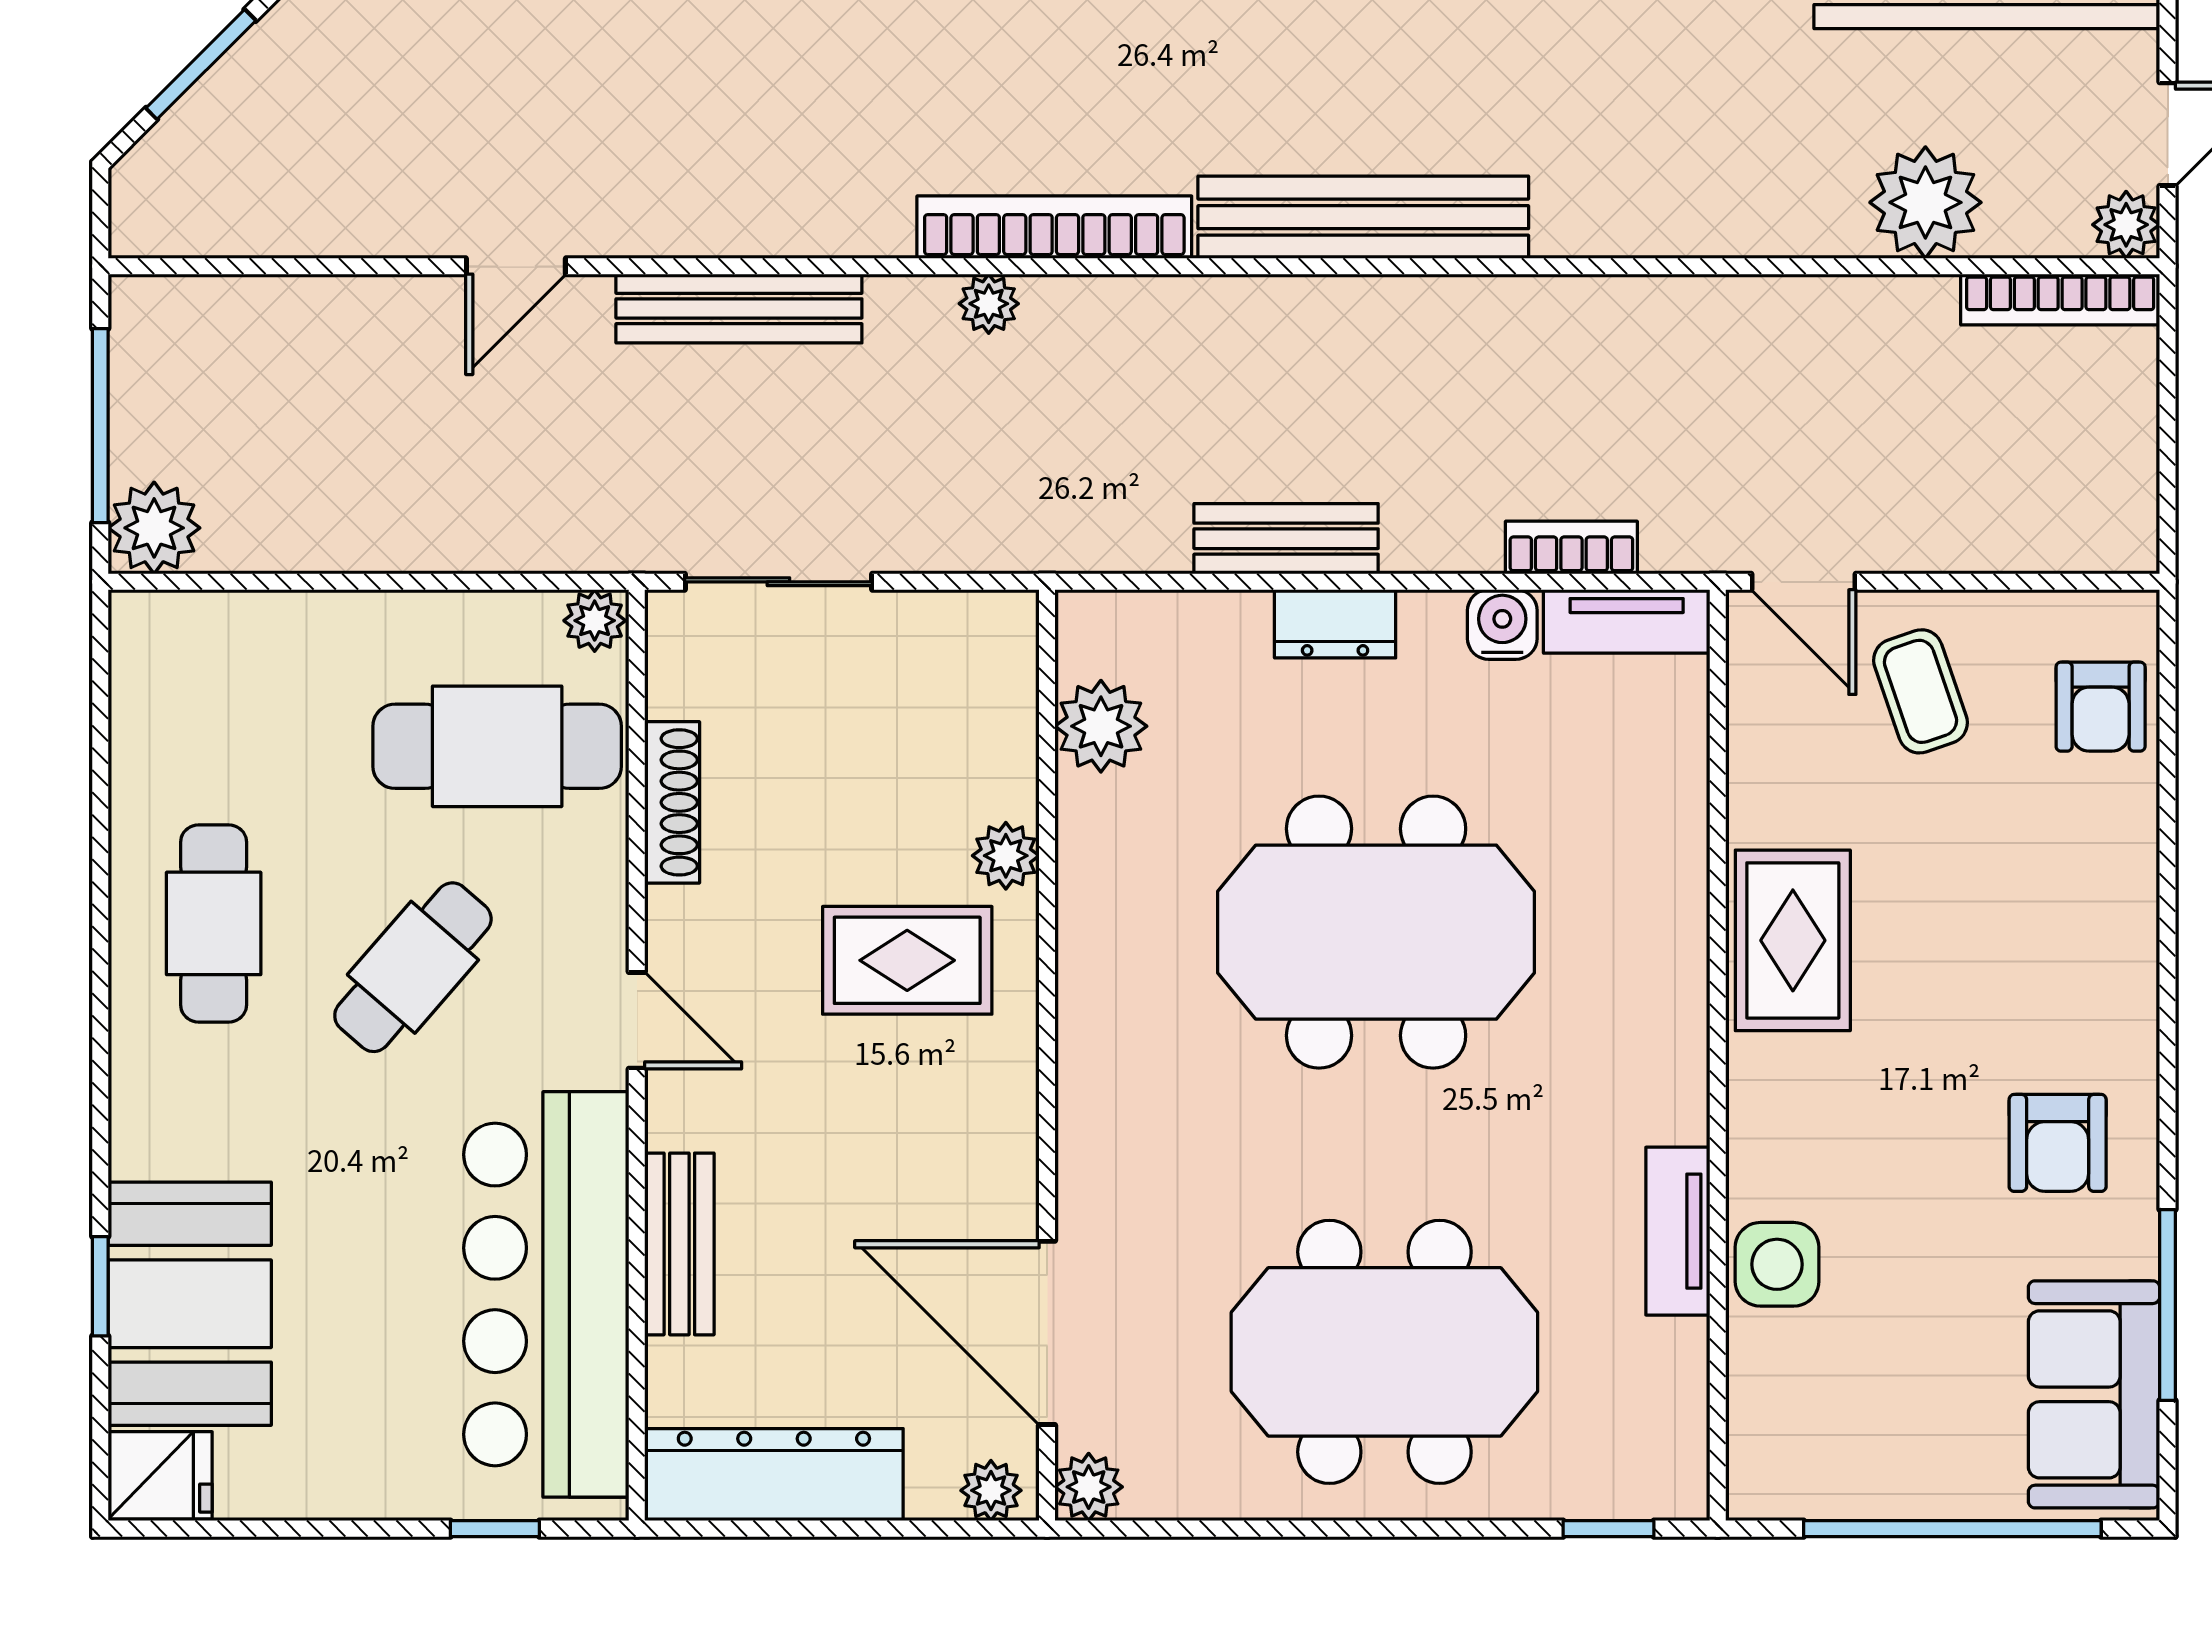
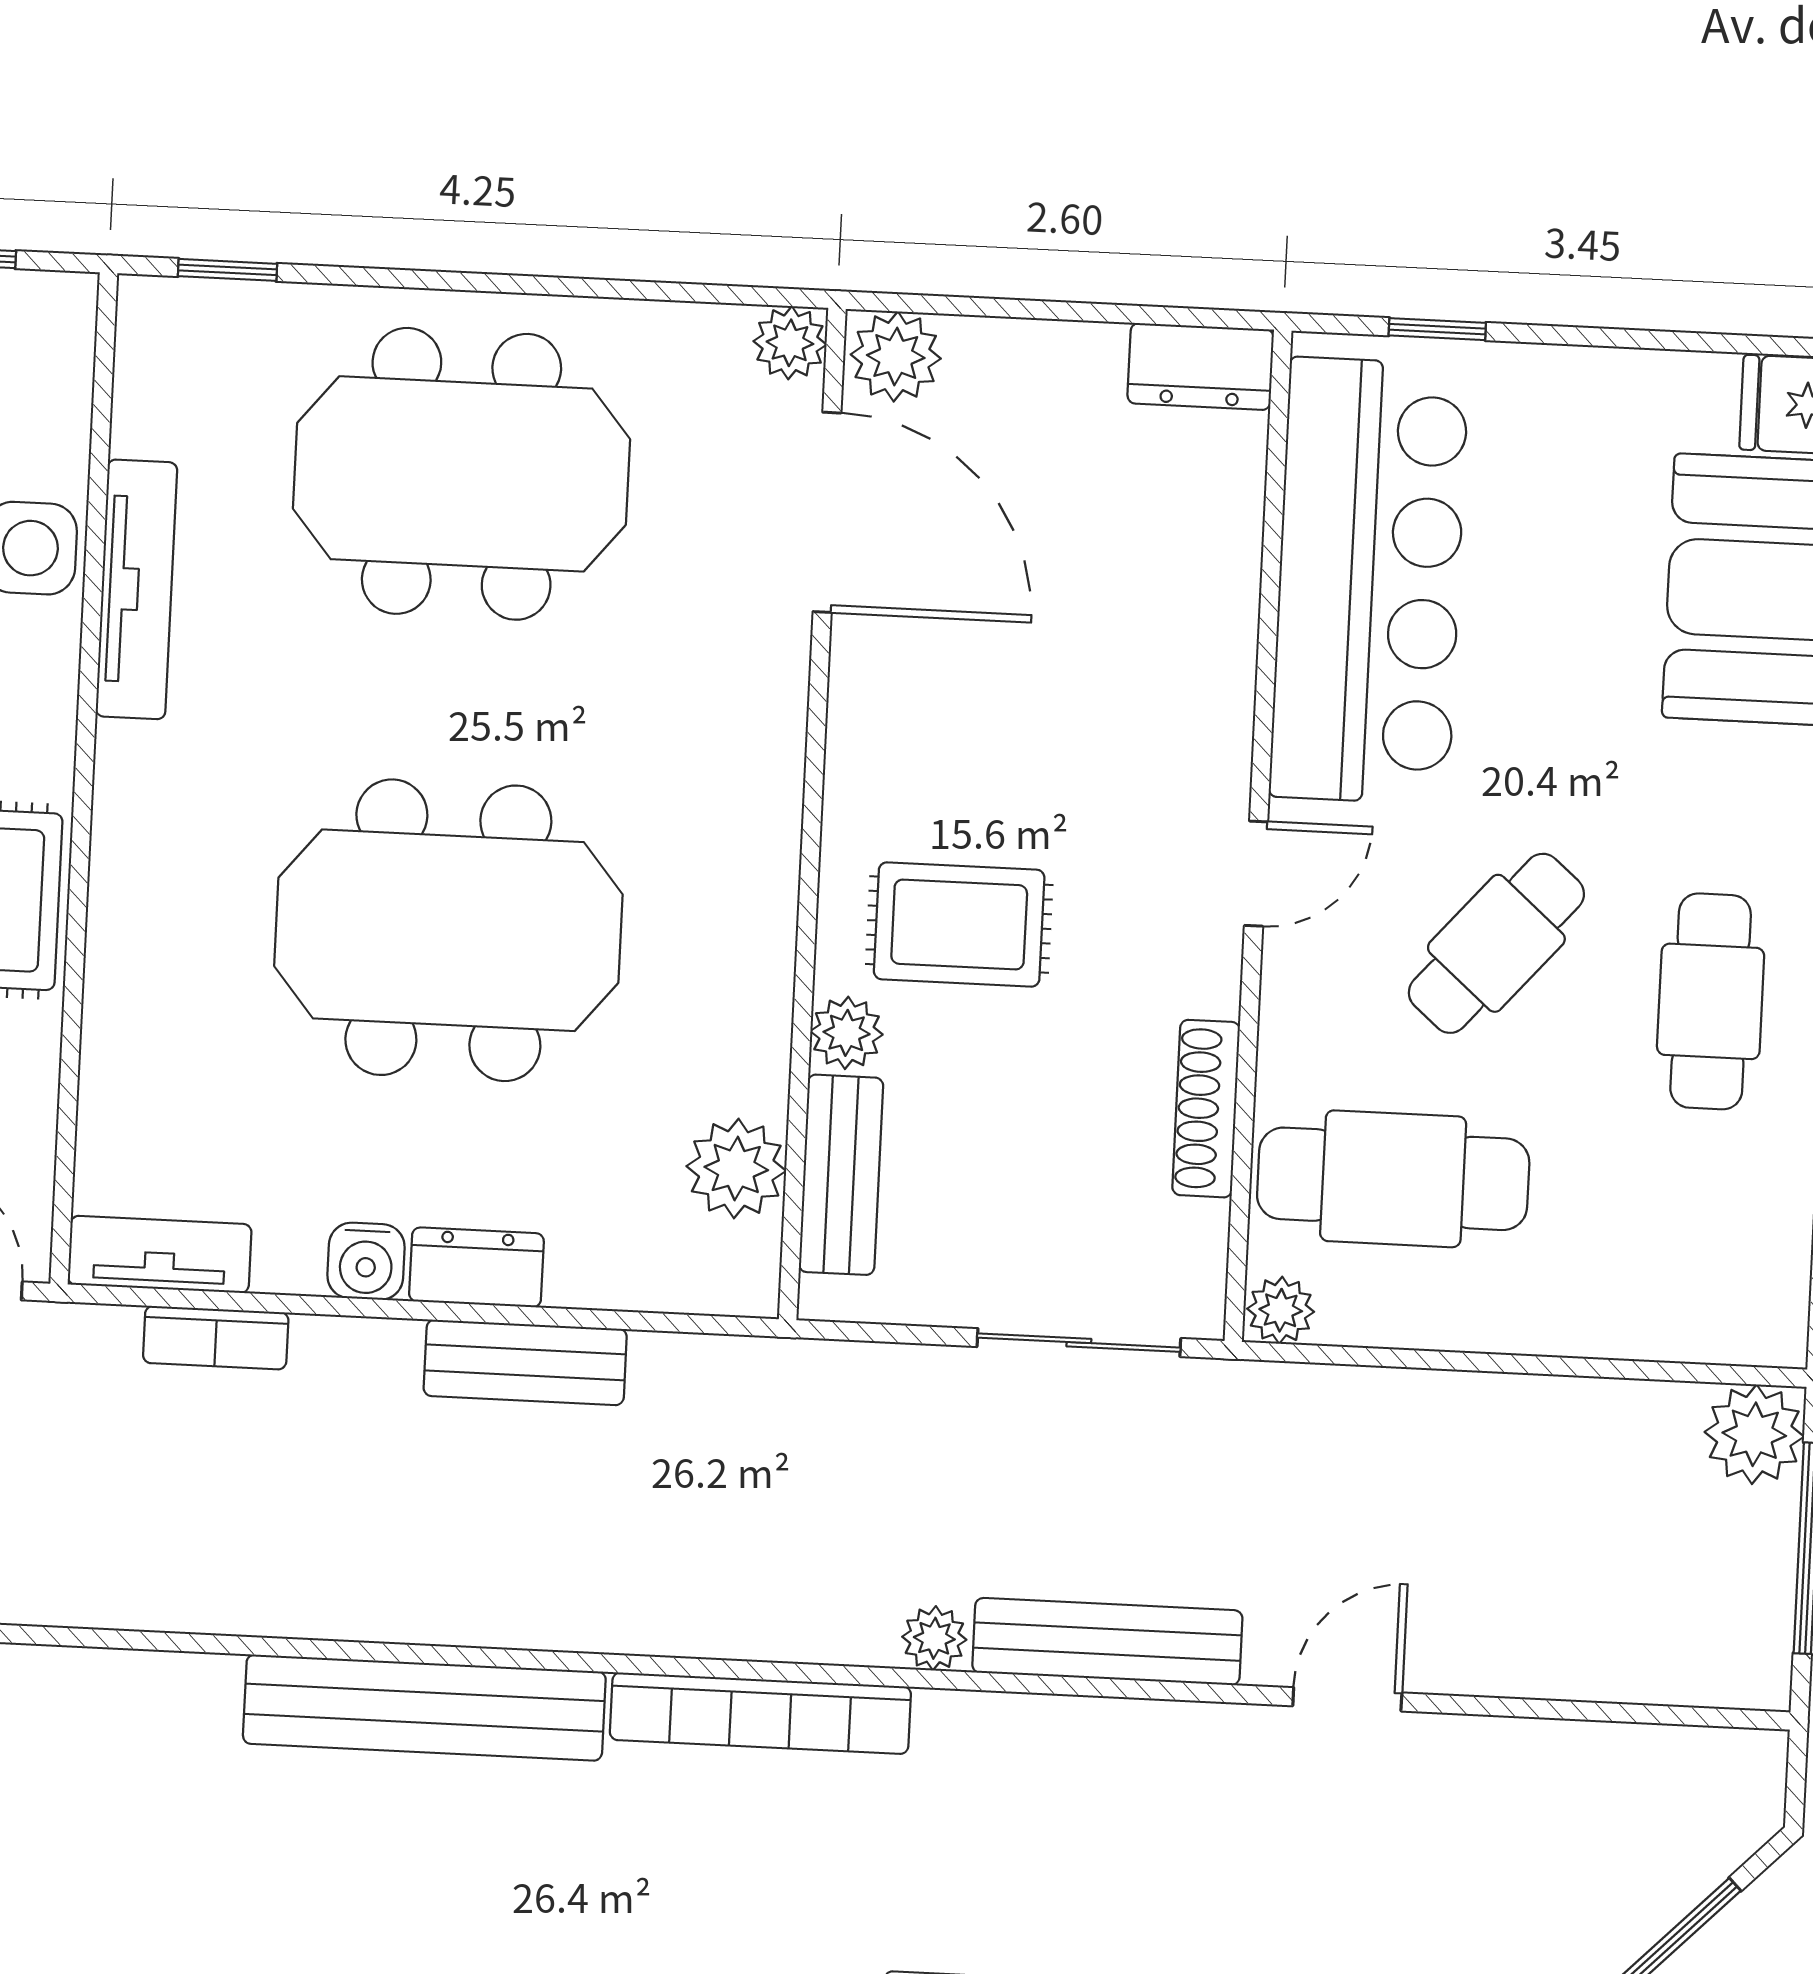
plant: (989, 304) -> (934, 1638), moved
water cooler: (1502, 624) -> (366, 1261), moved
door: (637, 1020) -> (1256, 874), swing flipped
tv unit: (1678, 1231) -> (136, 589), width x1.41
bench: (679, 1244) -> (841, 1175), moved
dresser: (774, 1475) -> (1201, 366), width x0.51, depth x0.80
plant: (991, 1490) -> (896, 357), width x1.38, depth x1.38

